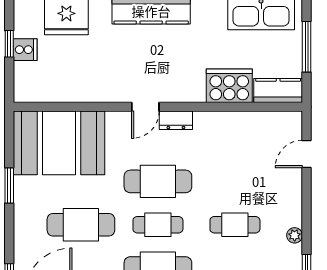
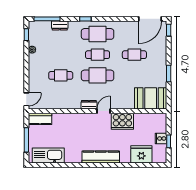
cooker: (229, 86) -> (122, 121), moved
booth: (59, 143) -> (151, 98), width x0.73, depth x0.70
door: (307, 154) -> (26, 99), moved
cafe table: (81, 225) -> (134, 55), width x0.73, depth x0.74
cafe table: (235, 225) -> (61, 75), moved

